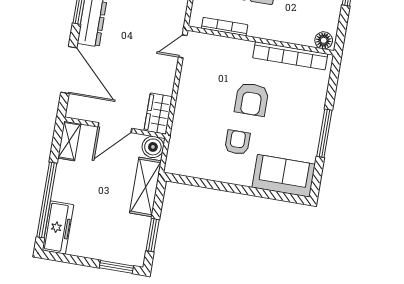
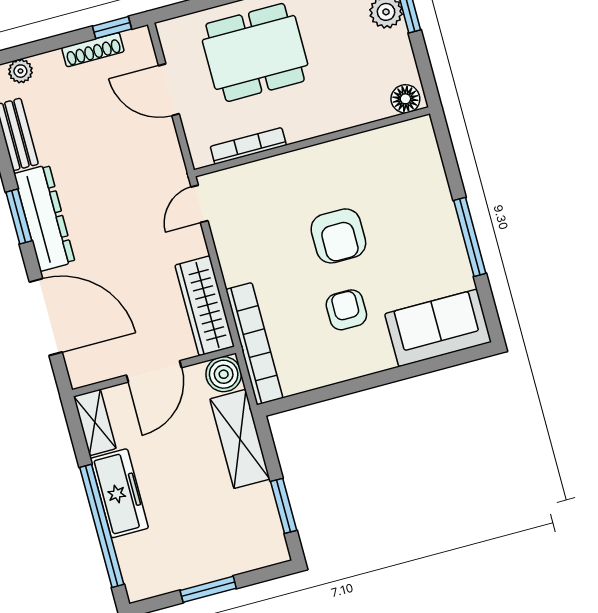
bookcase: (290, 56) -> (254, 344), moved, turned -90
wardrobe: (158, 114) -> (205, 306), width x1.50
freezer: (58, 227) -> (119, 493), moved
window: (116, 267) -> (208, 589), moved

